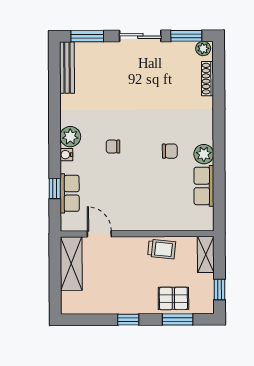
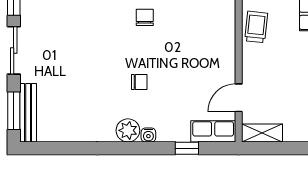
bench: (67, 68) -> (28, 113), moved, turned 90
chair: (113, 147) -> (139, 82), turned -90
row of seats: (70, 193) -> (213, 131), moved
shelving: (71, 264) -> (262, 133), width x0.67, depth x0.75

